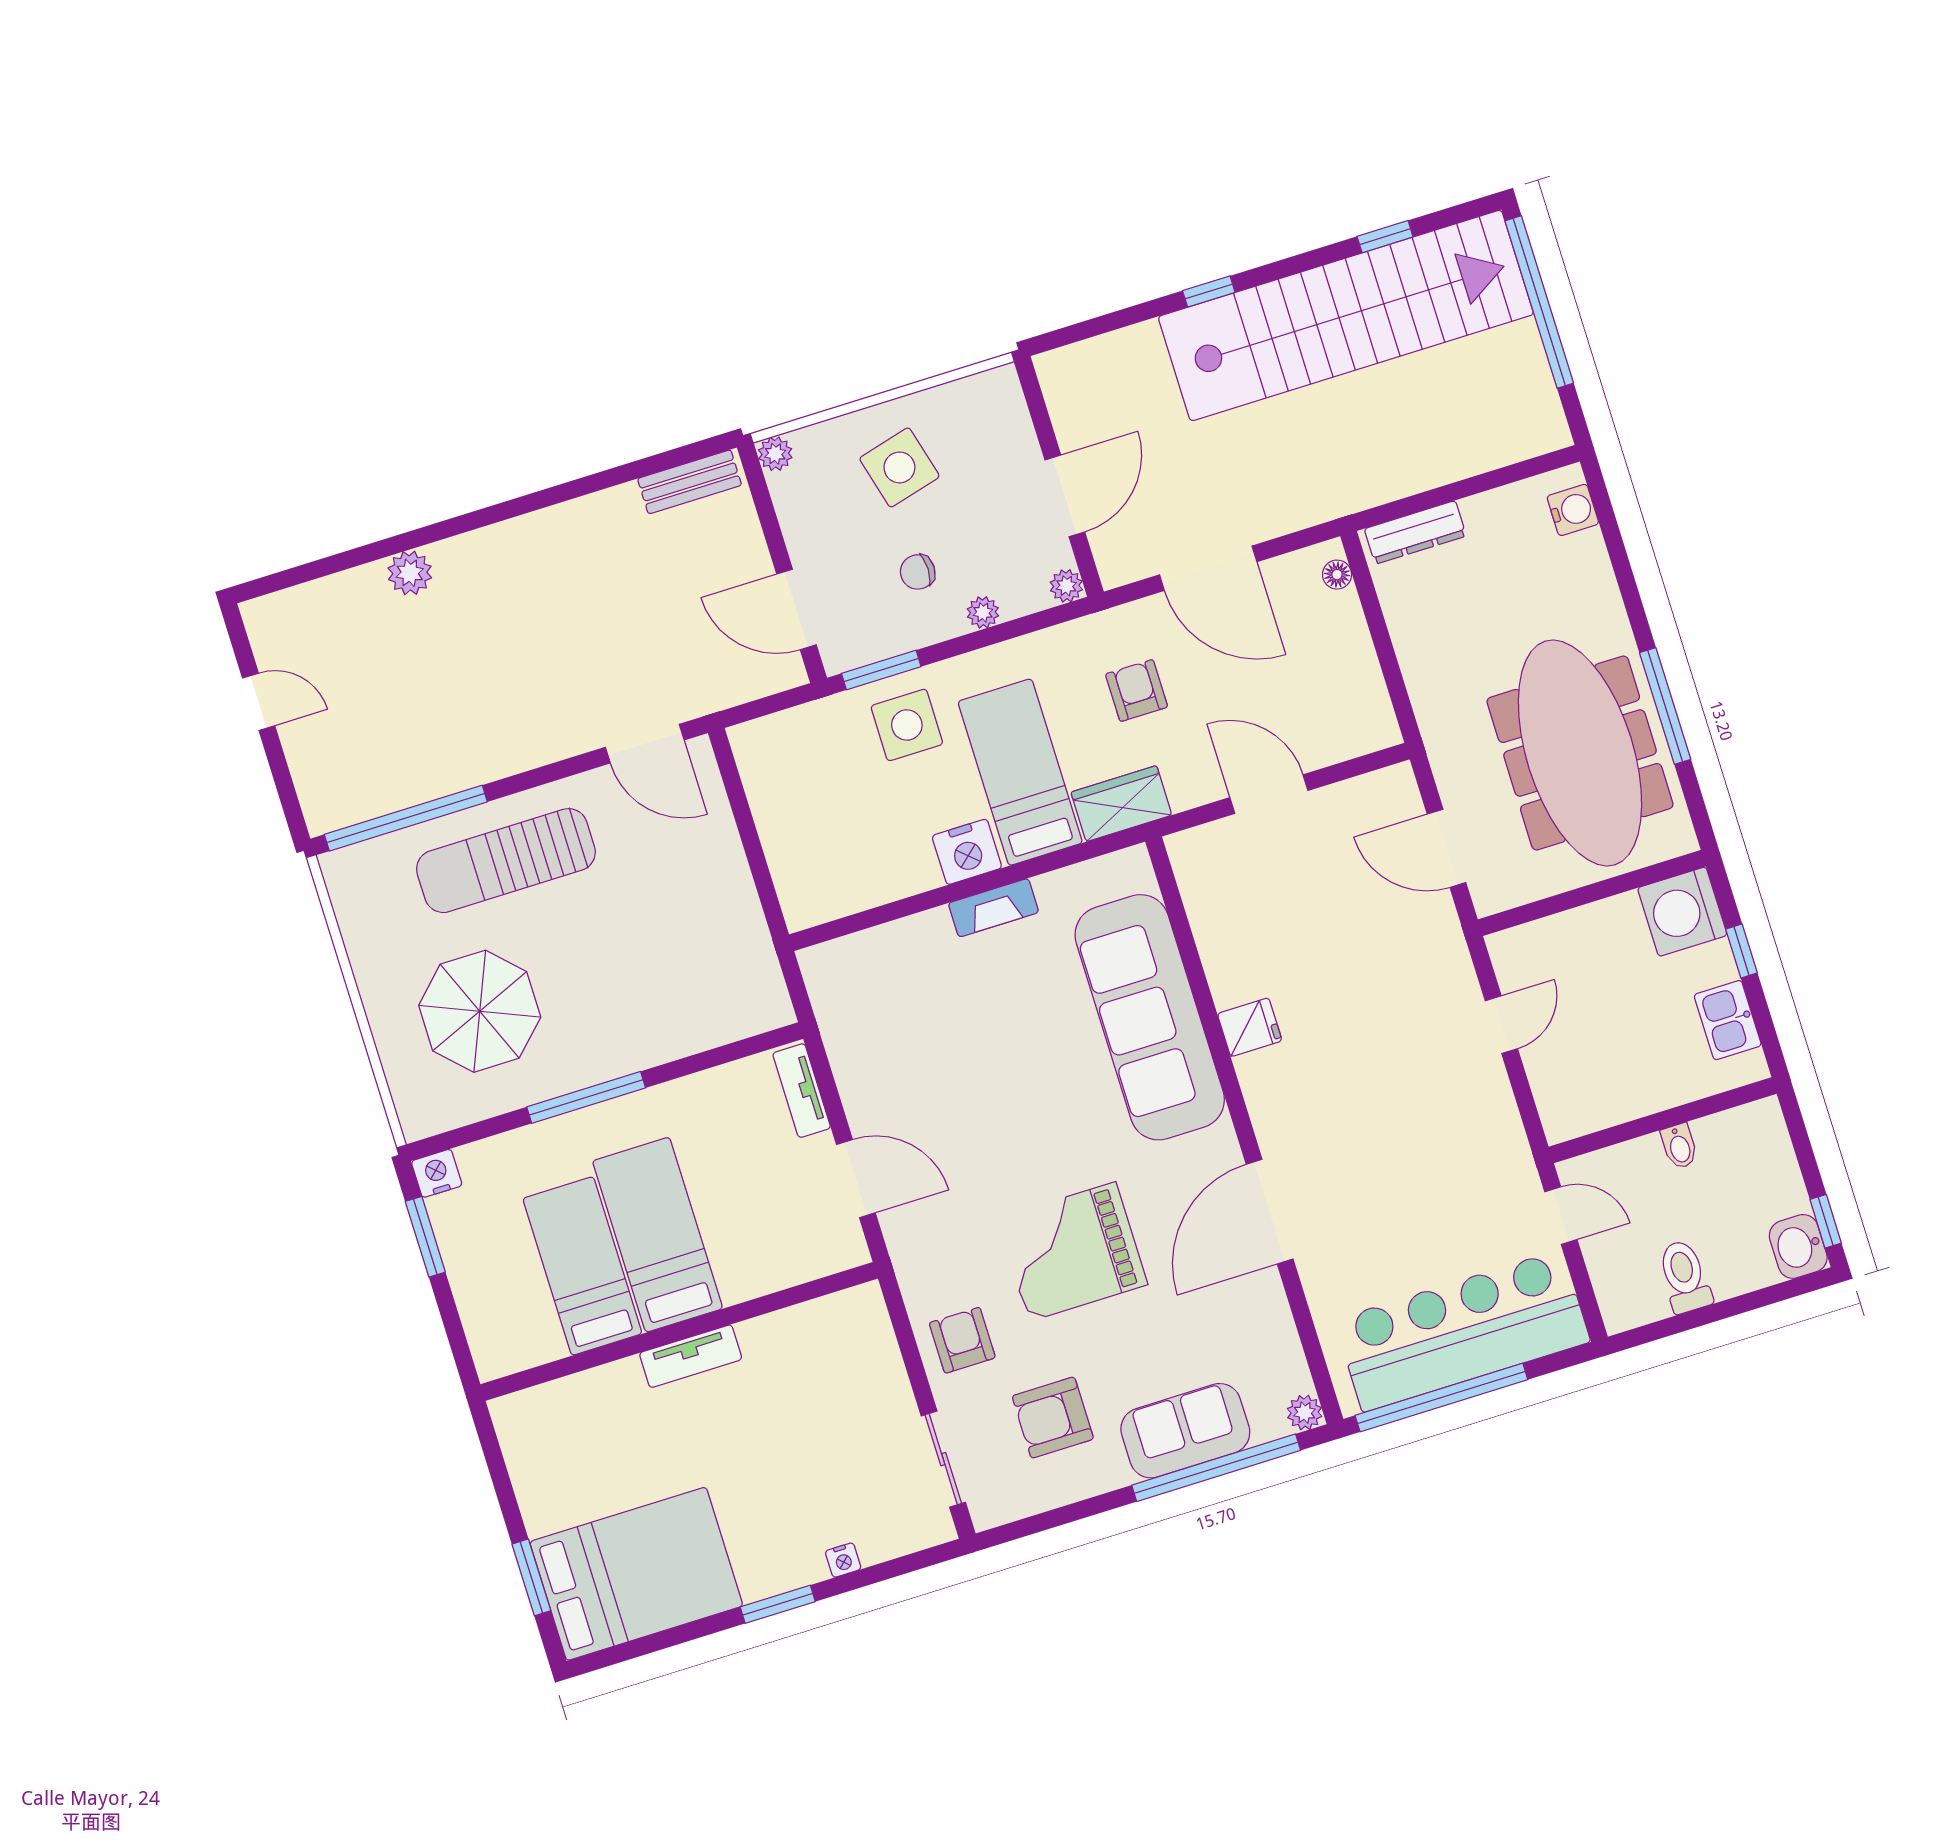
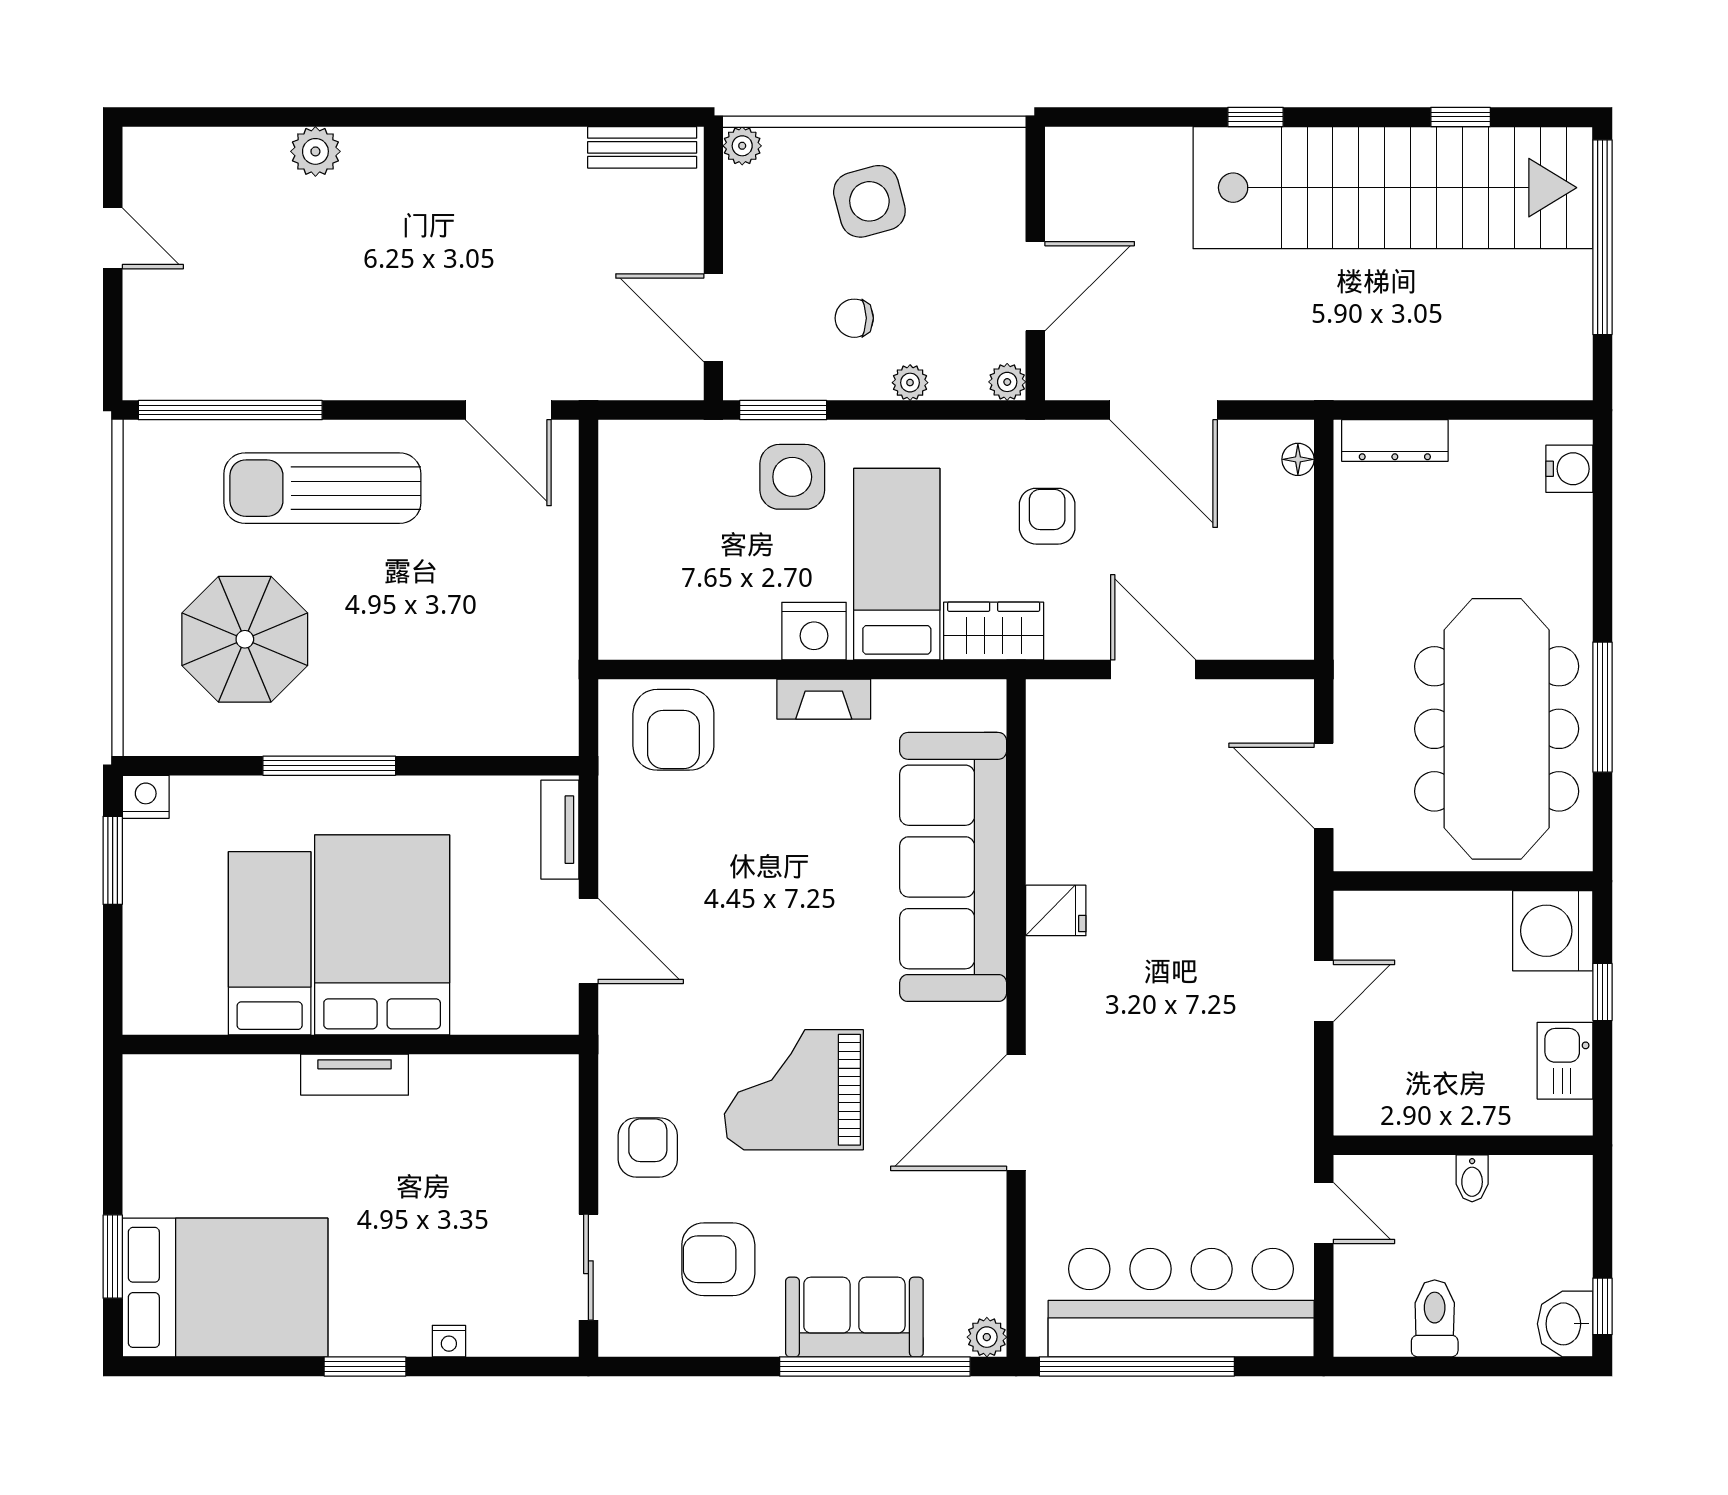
armchair: (872, 974) -> (673, 730), added
bed: (658, 1235) -> (382, 935), width x1.50

